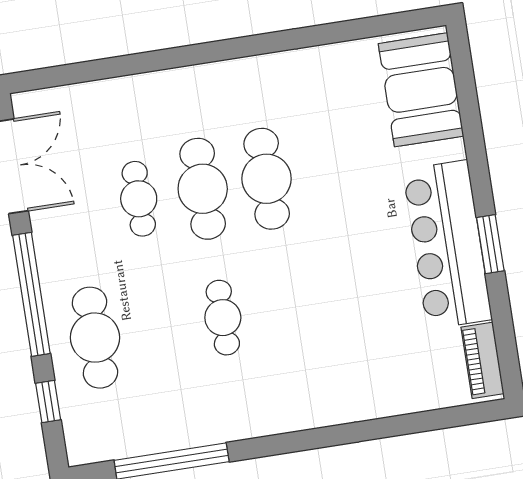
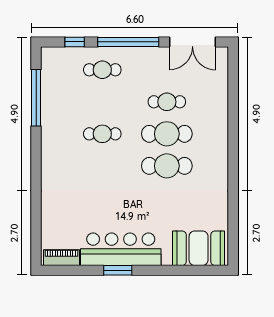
cafe table: (95, 338) -> (102, 70), width x0.73, depth x0.74

